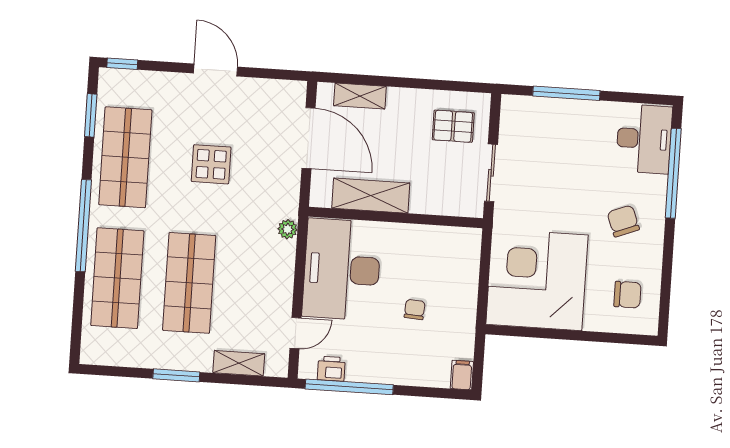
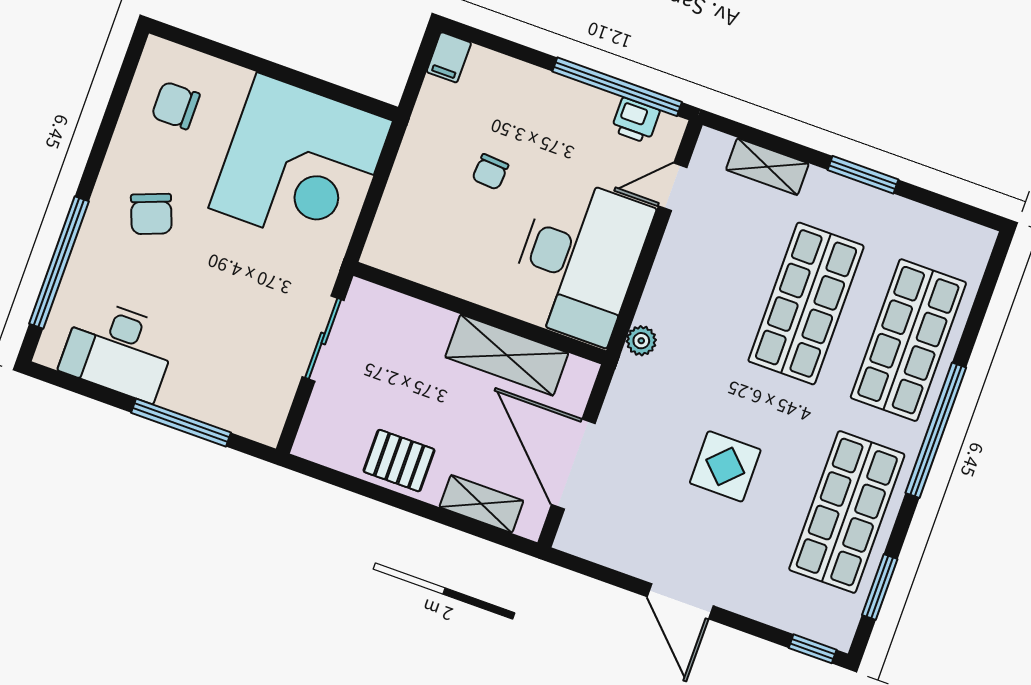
pallet: (453, 126) -> (399, 461), moved
desk: (644, 139) -> (119, 350), moved, turned -90

